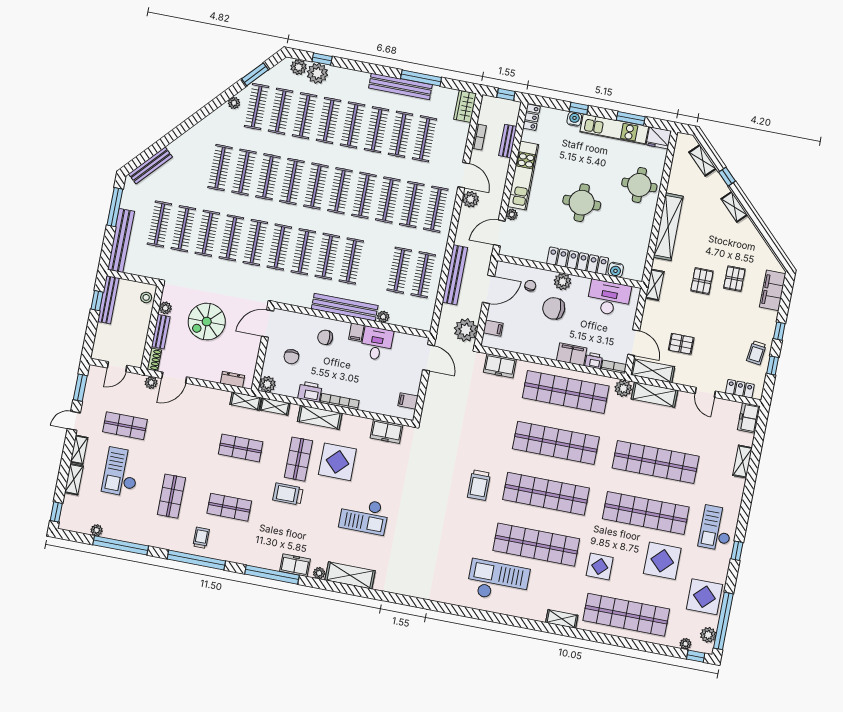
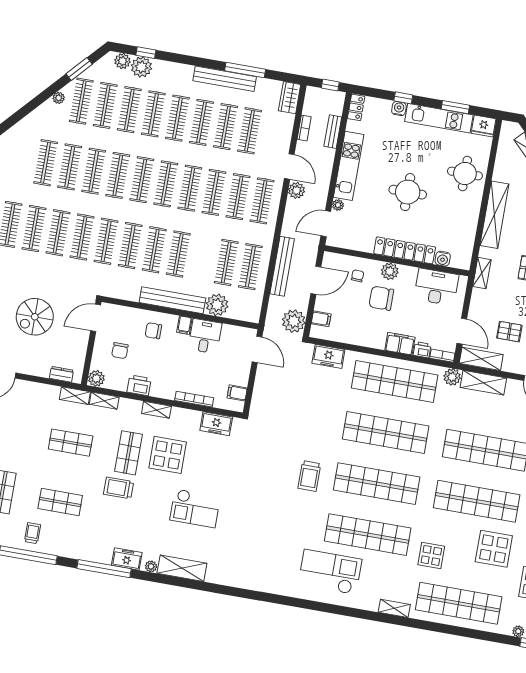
plant: (383, 317) -> (217, 305), width x1.87, depth x1.87
bookcase: (340, 401) -> (194, 399), moved
shelving: (320, 417) -> (156, 410), width x0.67, depth x0.75

